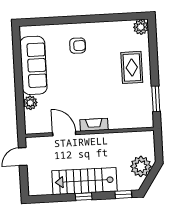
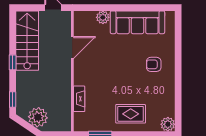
armchair: (78, 46) -> (154, 64), turned 90
fireplace: (94, 125) -> (79, 99), moved
stairs: (85, 181) -> (27, 41), moved

